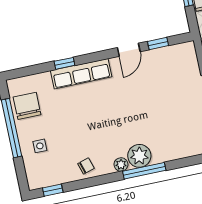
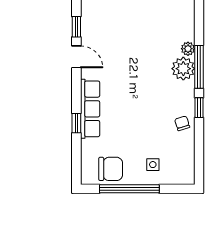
chair: (27, 106) -> (111, 169), turned 180
plant: (121, 165) -> (188, 49), moved
window: (53, 190) -> (199, 108), moved

